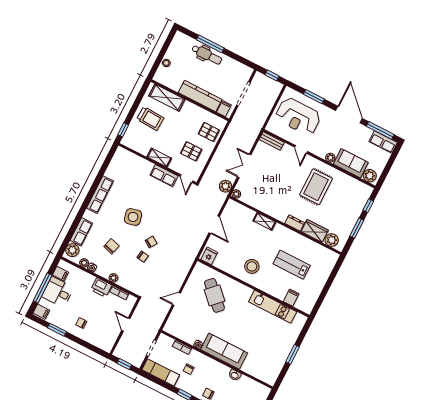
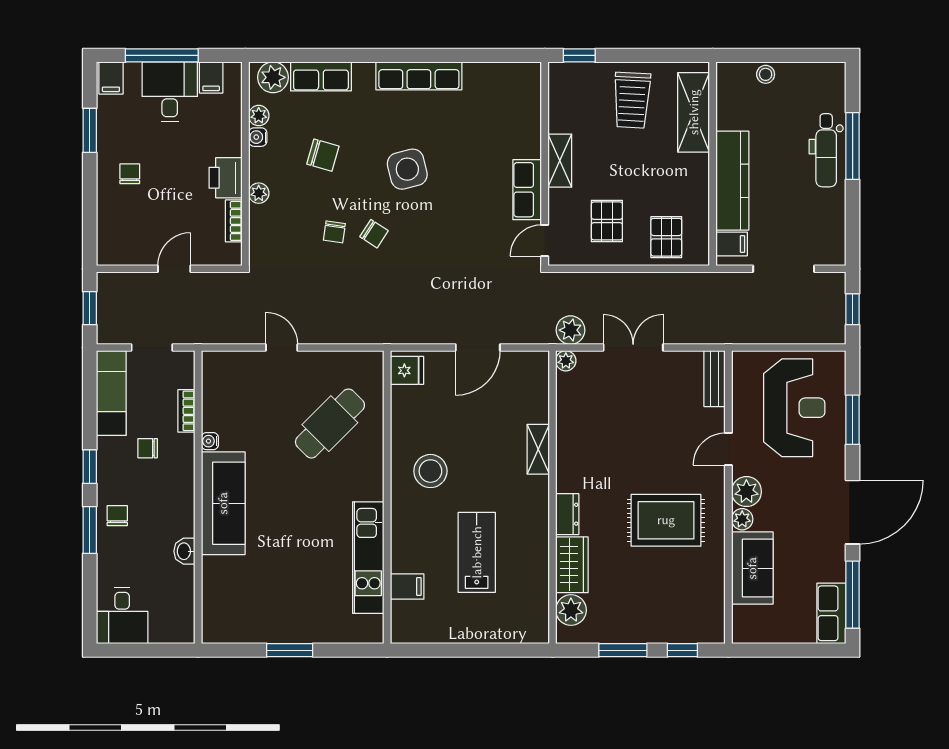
reception desk: (298, 116) -> (794, 408), turned 180
plant: (370, 176) -> (746, 492), moved

